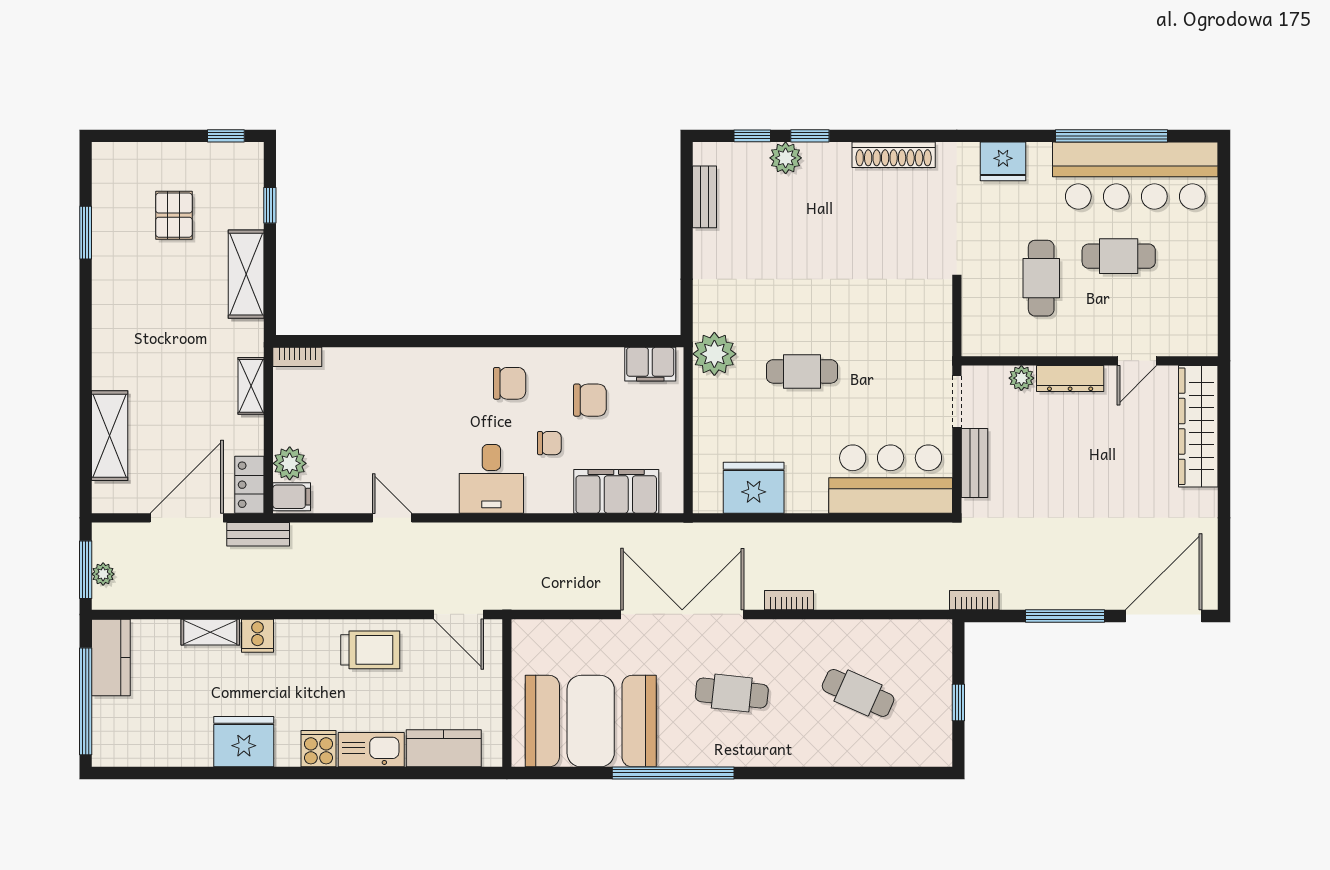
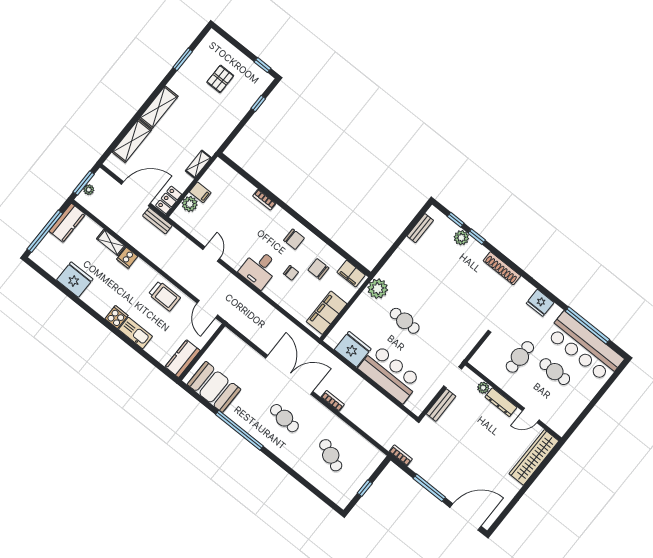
shelving: (246, 274) -> (159, 107), moved
bookcase: (297, 357) -> (264, 200), moved
chair: (590, 400) -> (318, 269), turned 180
bar counter: (891, 479) -> (390, 374), moved
filing cabinet: (616, 491) -> (327, 313), moved, turned -90
filing cabinet: (292, 497) -> (200, 192), moved
booth: (591, 721) -> (214, 387), width x0.73, depth x0.70
fridge: (244, 742) -> (75, 280), moved
kitchen counter: (444, 748) -> (183, 359), moved, turned -90

